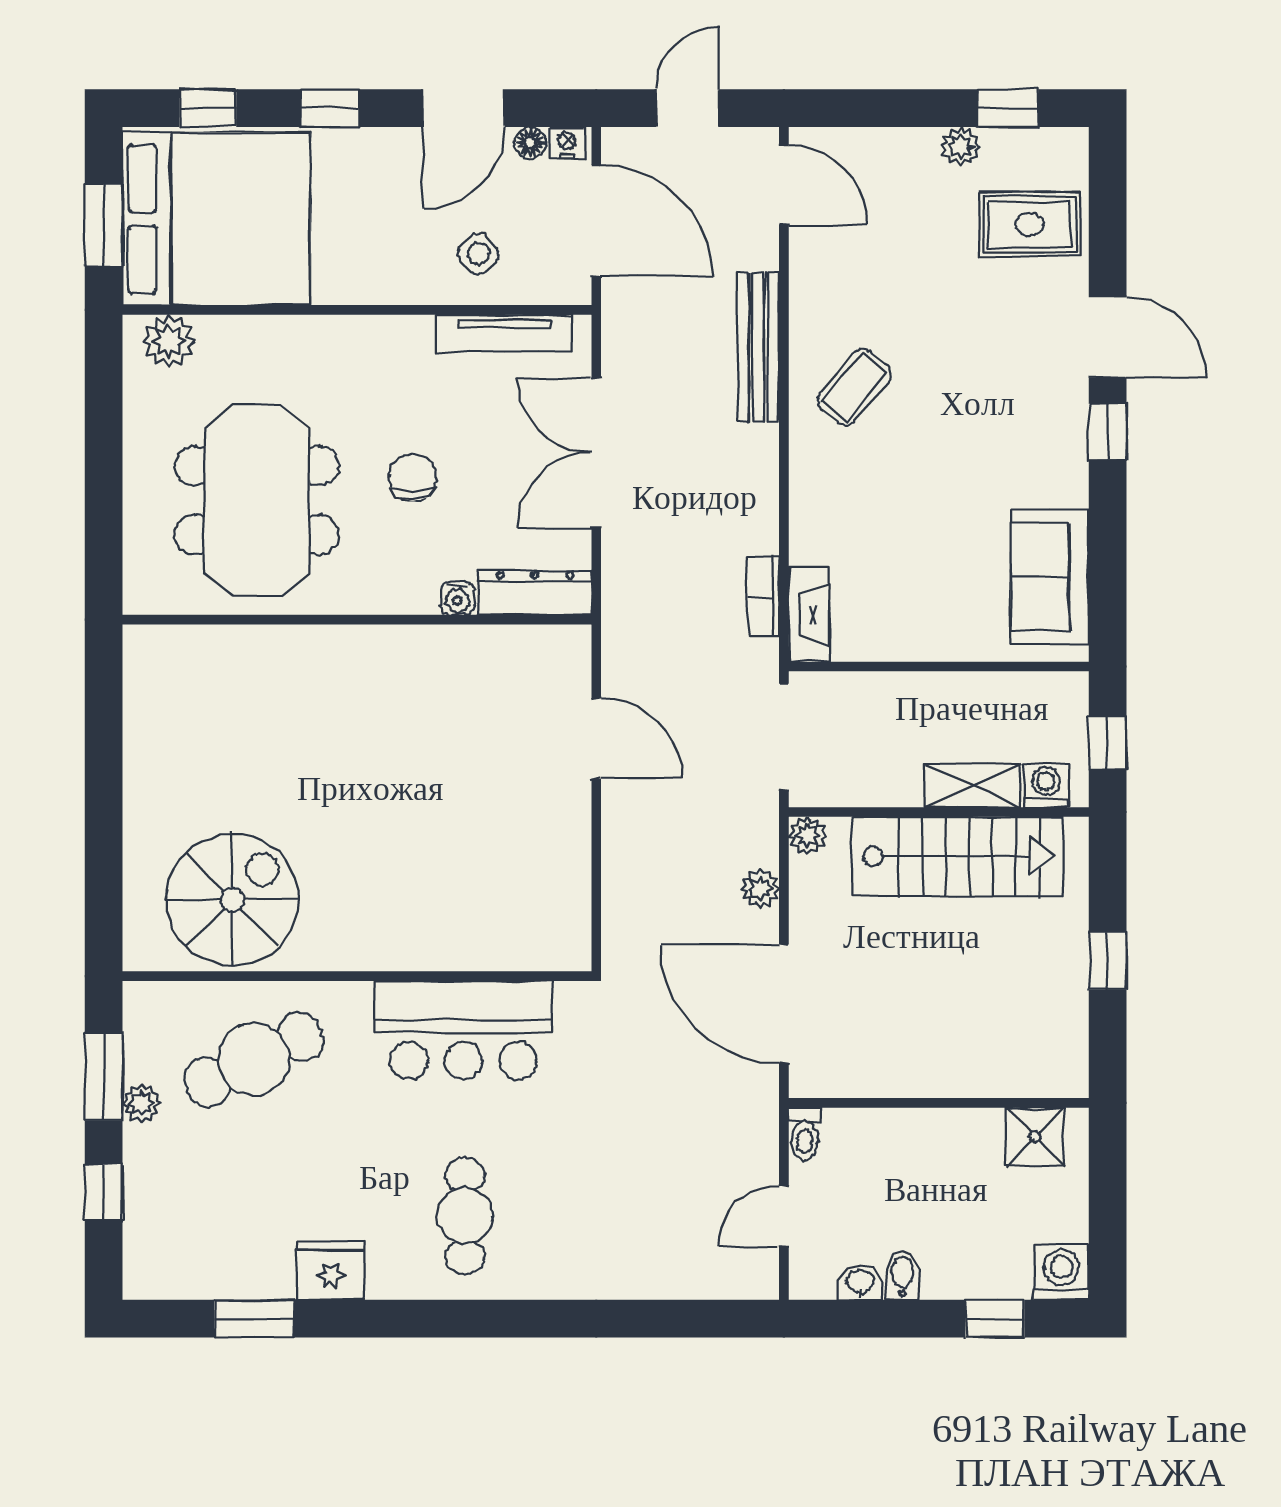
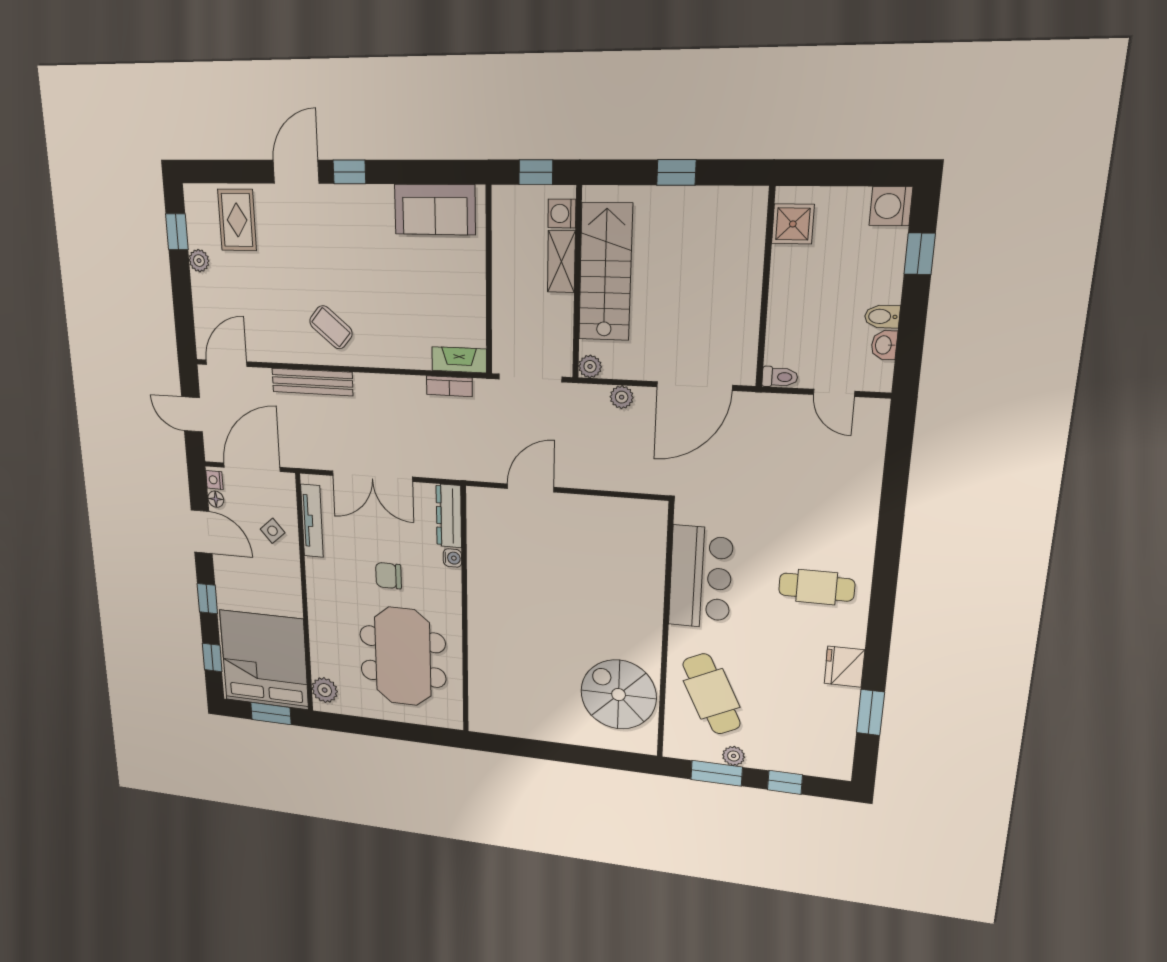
meeting table: (257, 500) -> (403, 657), turned 90

